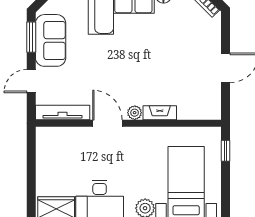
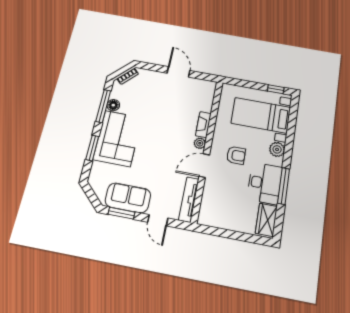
window: (225, 151) -> (276, 89), moved
armchair: (128, 159) -> (236, 155), added

